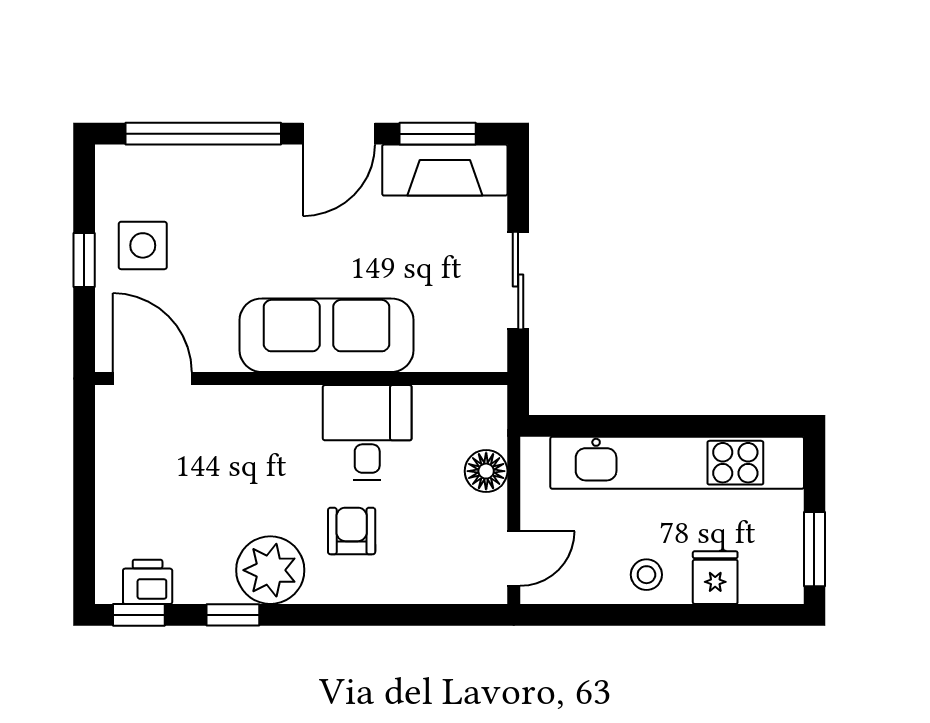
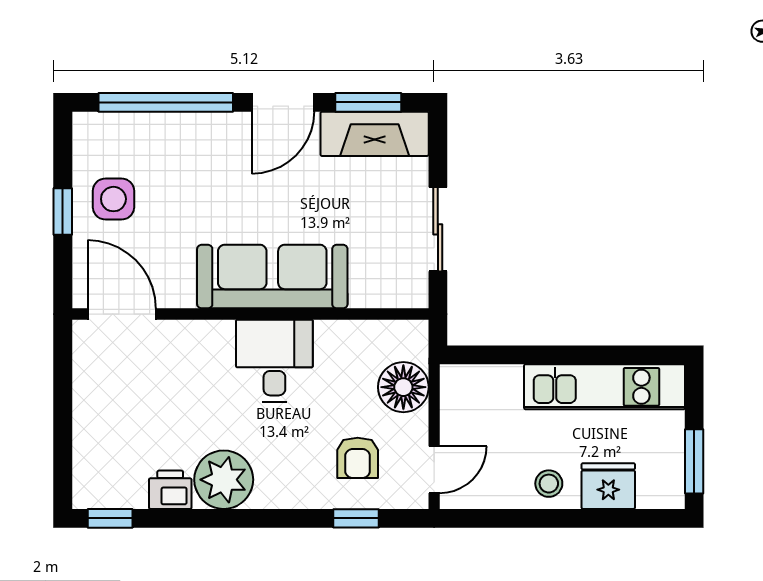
desk: (367, 433) -> (274, 361), moved
kitchen unit: (677, 463) -> (605, 387), width x0.73
floor lamp: (486, 471) -> (403, 387), width x1.38, depth x1.38
armchair: (352, 531) -> (358, 458), moved, turned 180
fridge: (715, 578) -> (608, 486), width x1.38
printer: (148, 582) -> (170, 490), moved
window: (233, 615) -> (356, 518), moved

